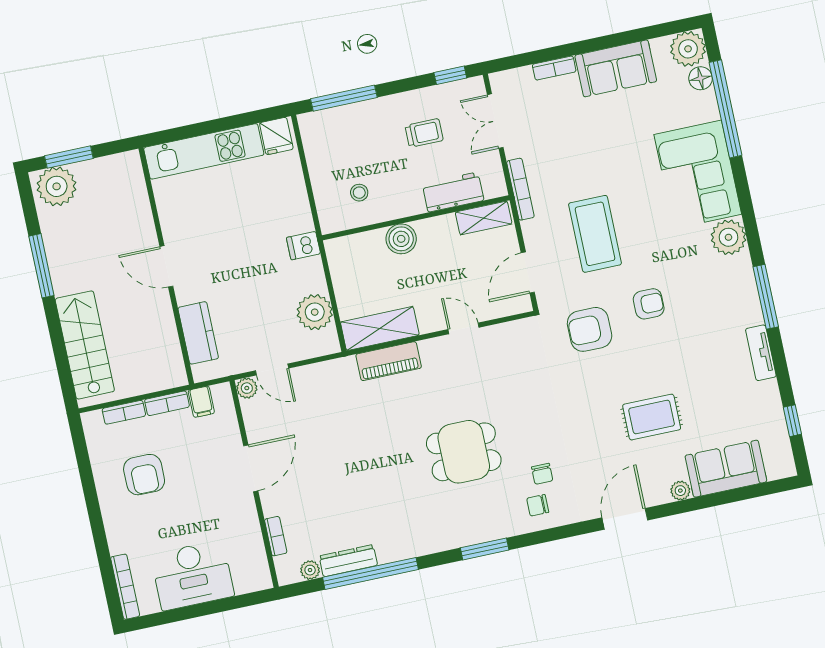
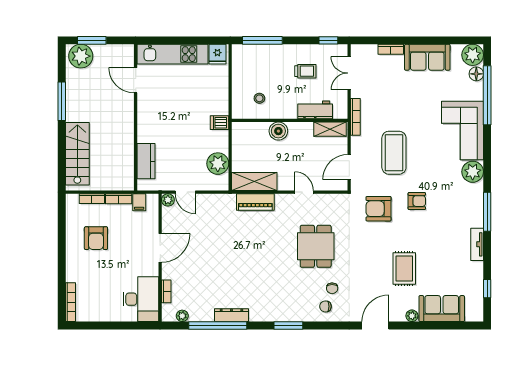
door: (166, 266) -> (136, 80), moved
rug: (652, 417) -> (404, 269), turned 90
dining table: (464, 452) -> (316, 246), moved, turned 90
dresser: (348, 561) -> (231, 315), moved
desk: (192, 575) -> (141, 299), moved, turned -90

